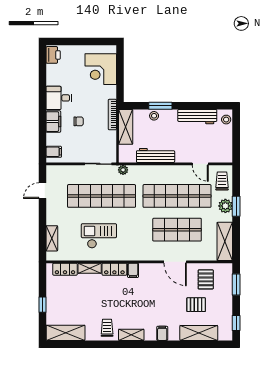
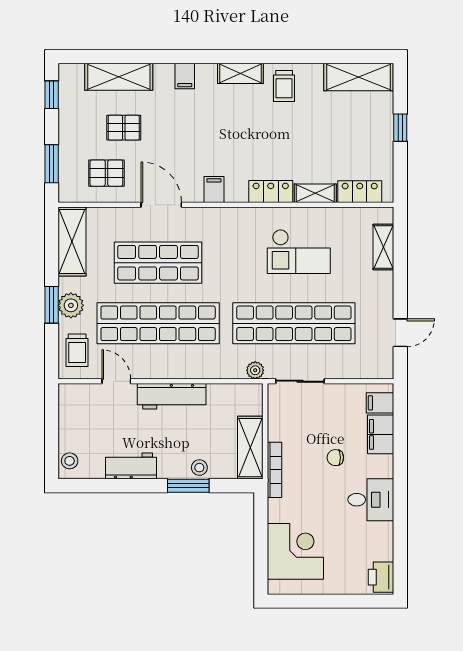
workbench: (197, 117) -> (131, 466), width x0.73
filing cabinet: (53, 122) -> (381, 434), moved
workbench: (156, 155) -> (172, 396), moved
filing cabinet: (133, 270) -> (214, 189), moved
pallet: (206, 279) -> (106, 173), turned 90

